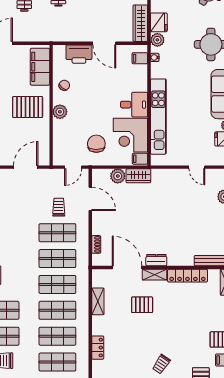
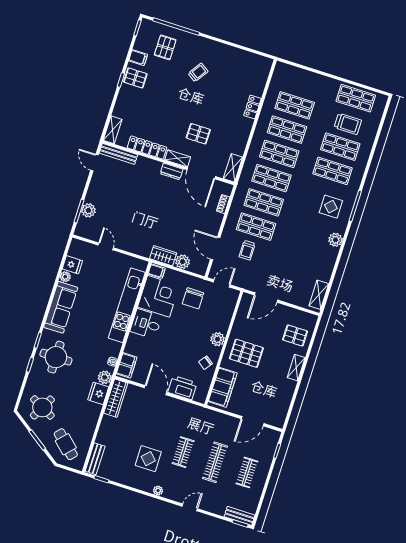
filing cabinet: (140, 58) -> (127, 365), width x2.00
shelving: (98, 301) -> (233, 168), moved

